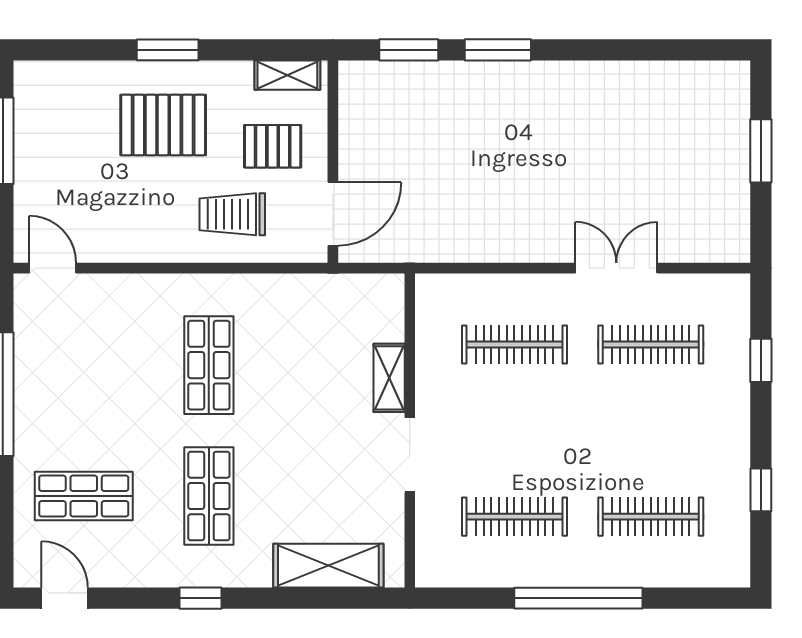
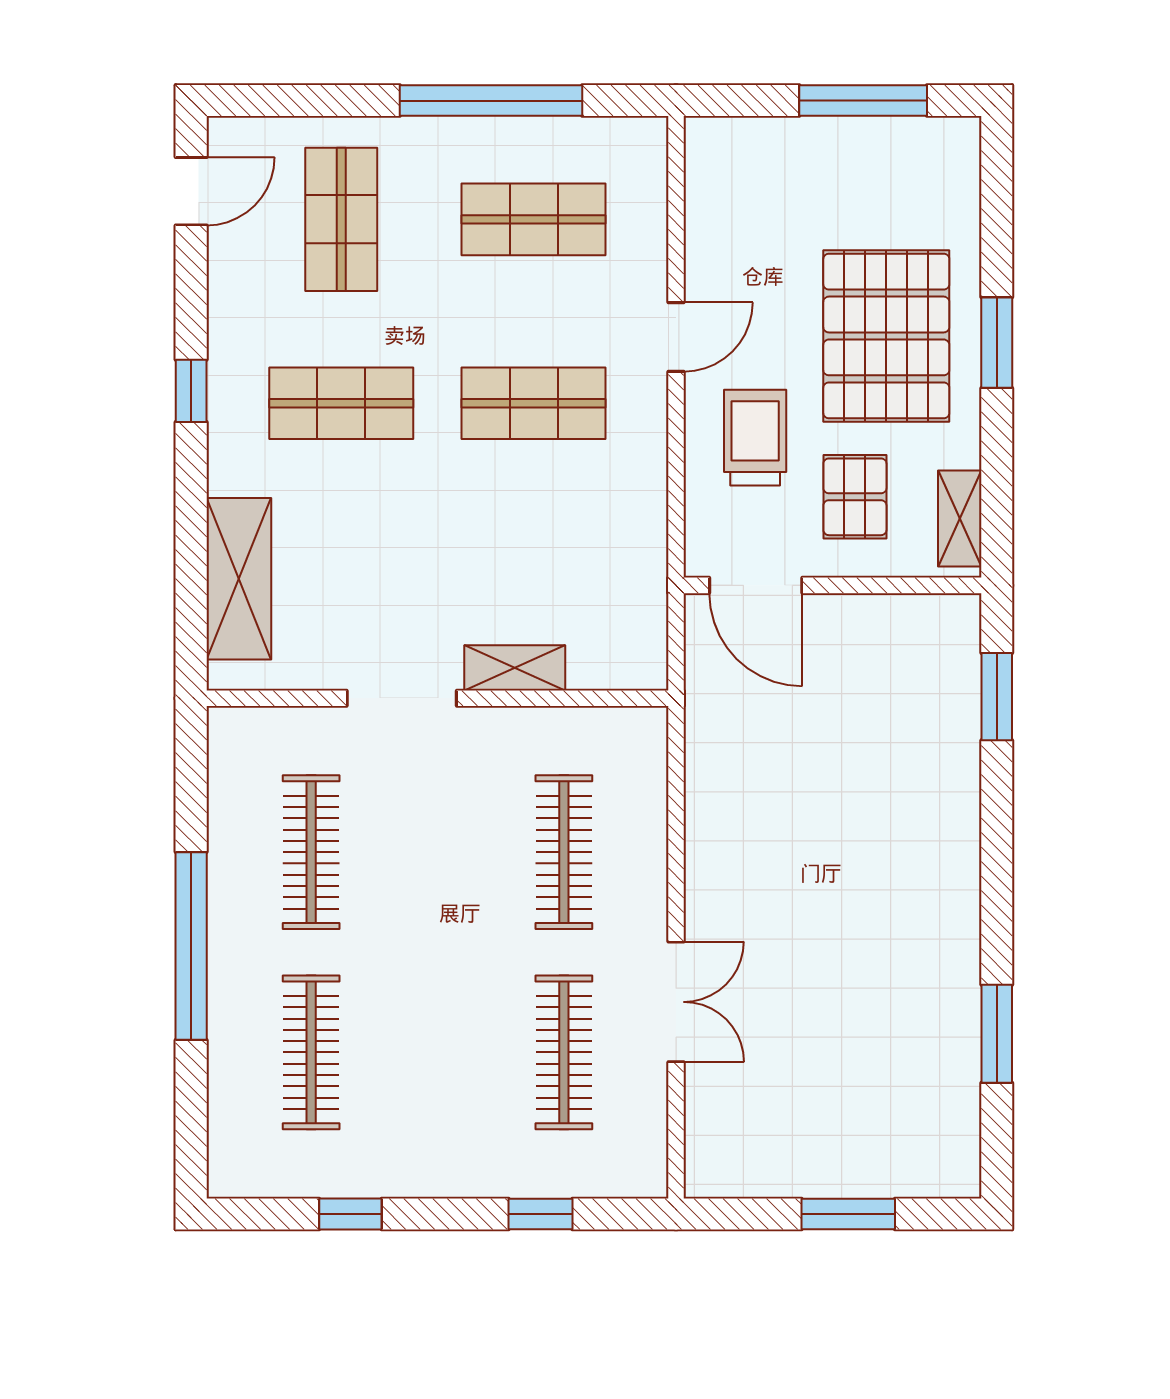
window: (498, 50) -> (997, 1034), moved
pallet: (163, 125) -> (886, 336), width x1.37, depth x1.41
door: (53, 268) -> (676, 337), moved
shop shelf: (84, 365) -> (534, 219), added

